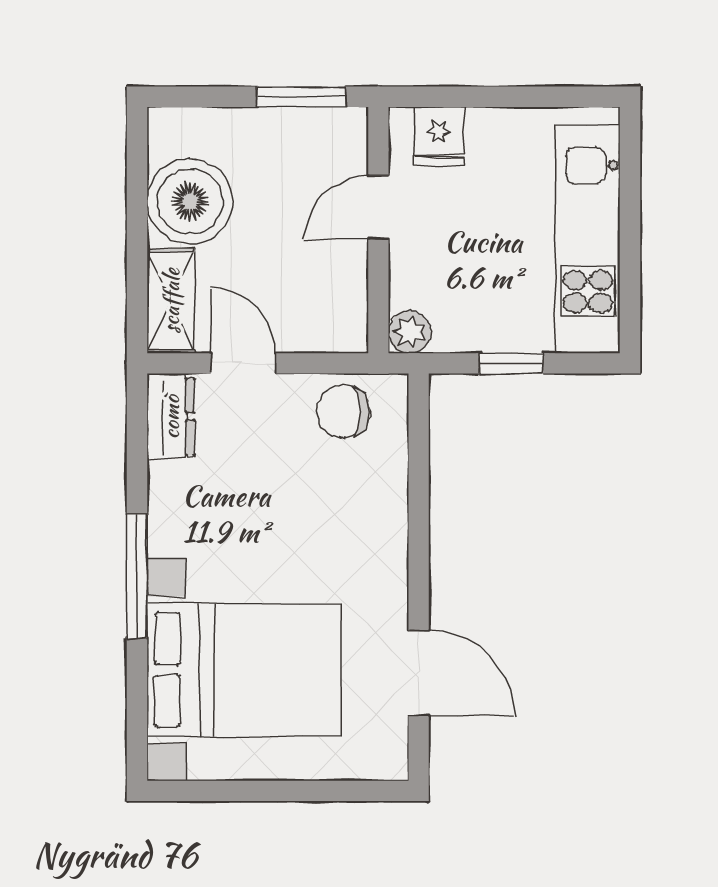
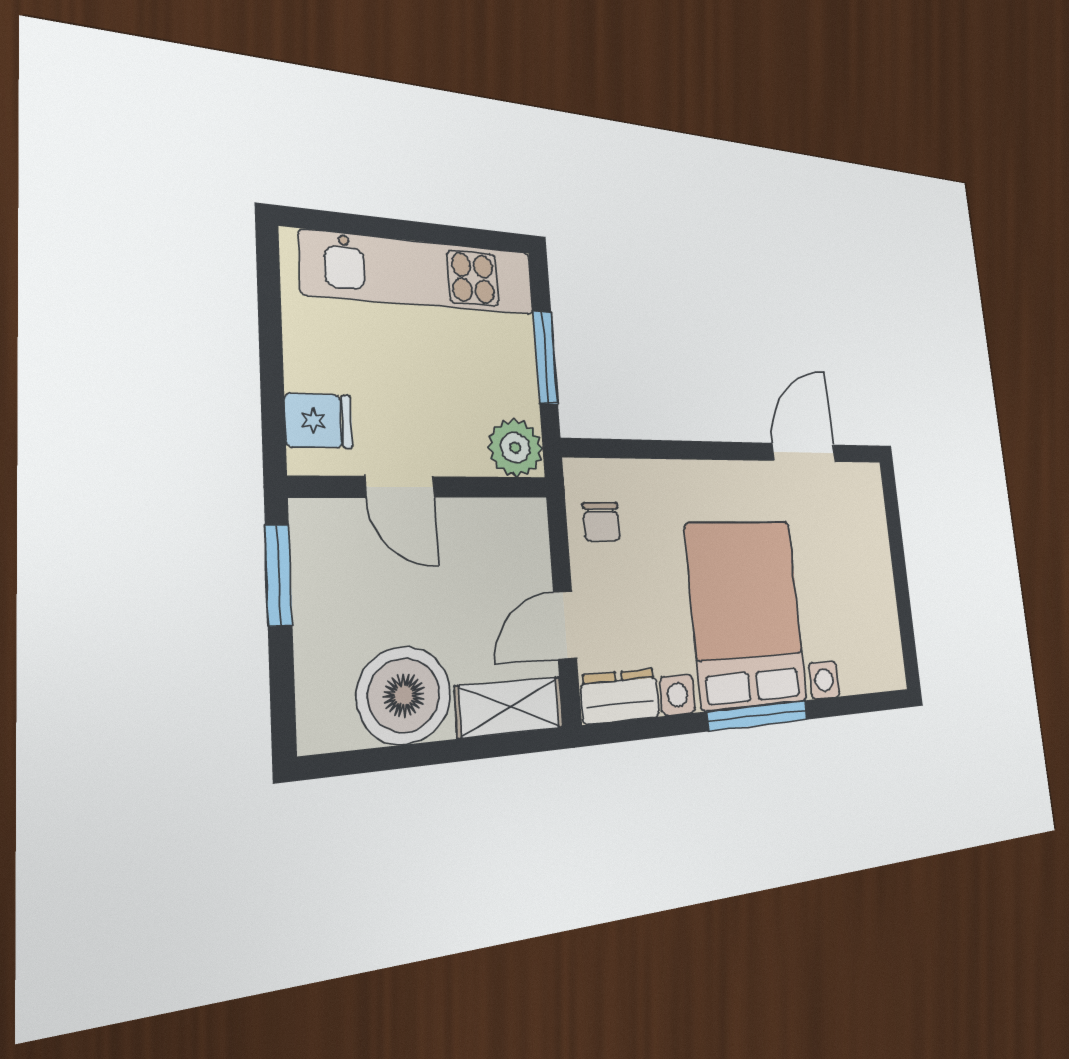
plant: (410, 332) -> (515, 448), width x1.38, depth x1.38
window: (511, 363) -> (545, 357), width x1.50
chair: (344, 412) -> (602, 522), width x0.73, depth x0.73
bed with nightstands: (244, 670) -> (746, 613), moved

